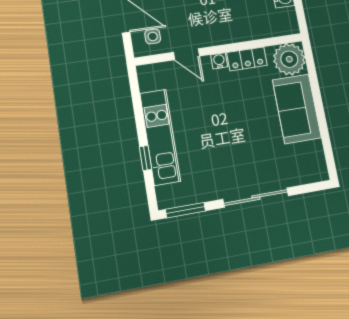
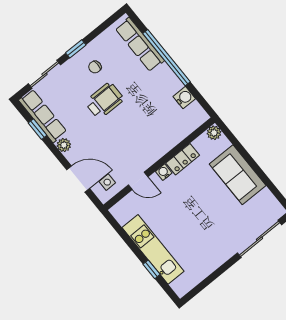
plant: (289, 59) -> (214, 133), width x0.53, depth x0.53
sliding door: (256, 198) -> (260, 239), moved
window: (185, 210) -> (198, 289), removed

